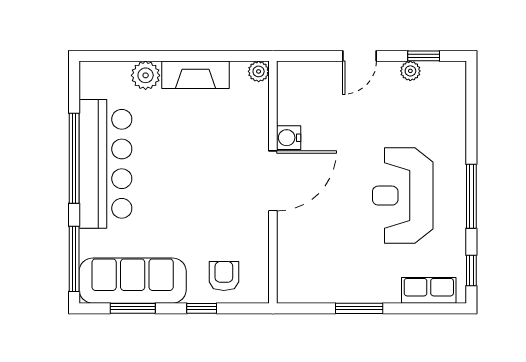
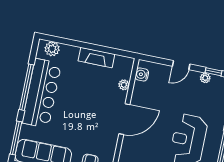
plant: (259, 71) -> (124, 85), moved
plant: (146, 75) -> (52, 49), moved
water cooler: (289, 138) -> (142, 74), moved

